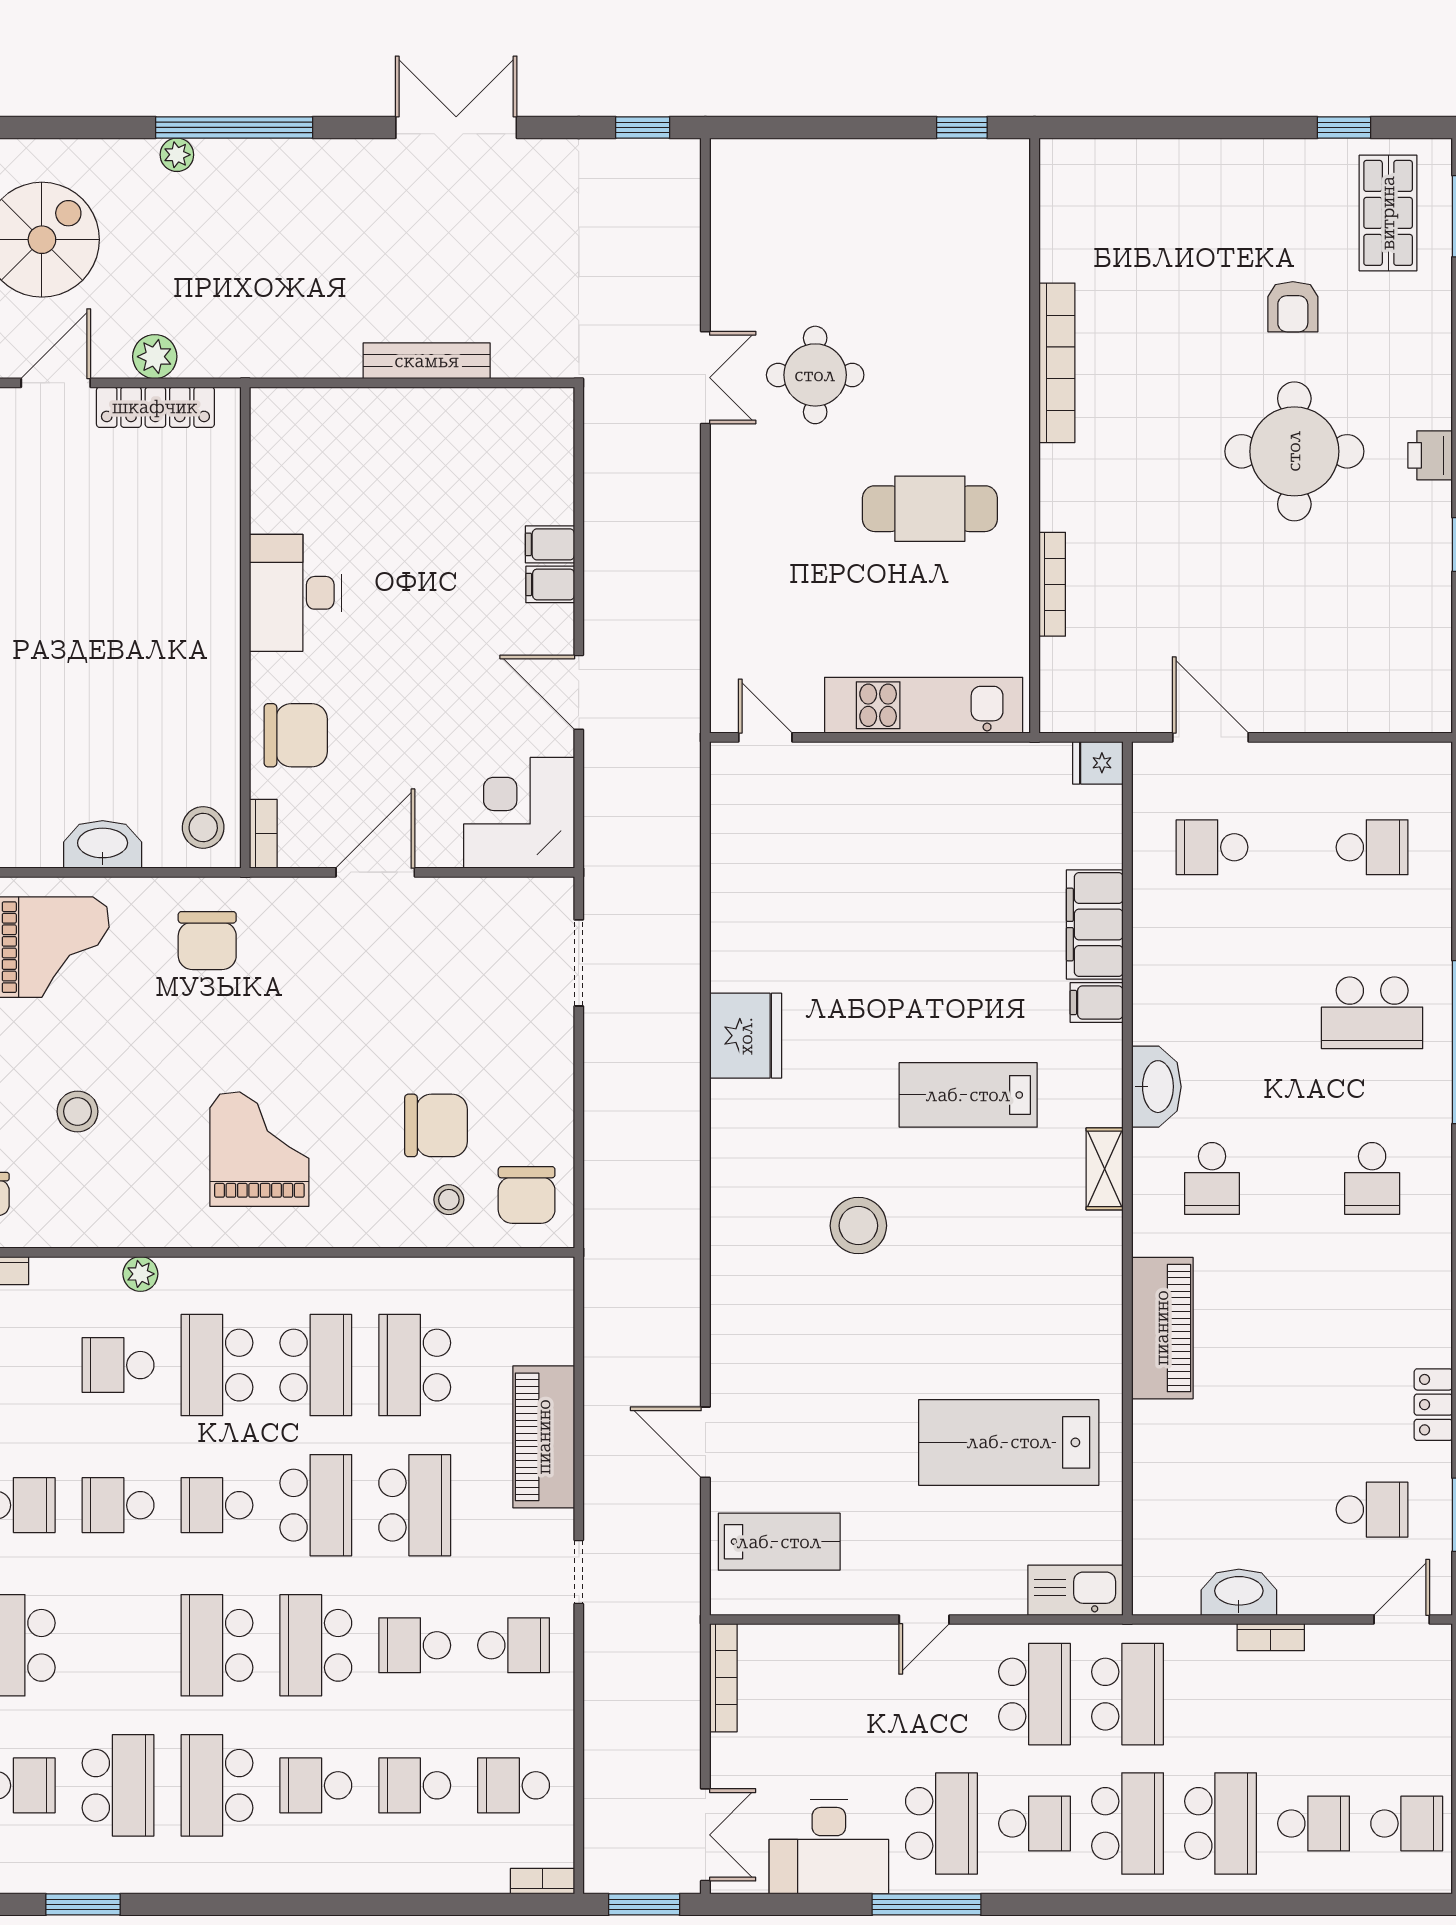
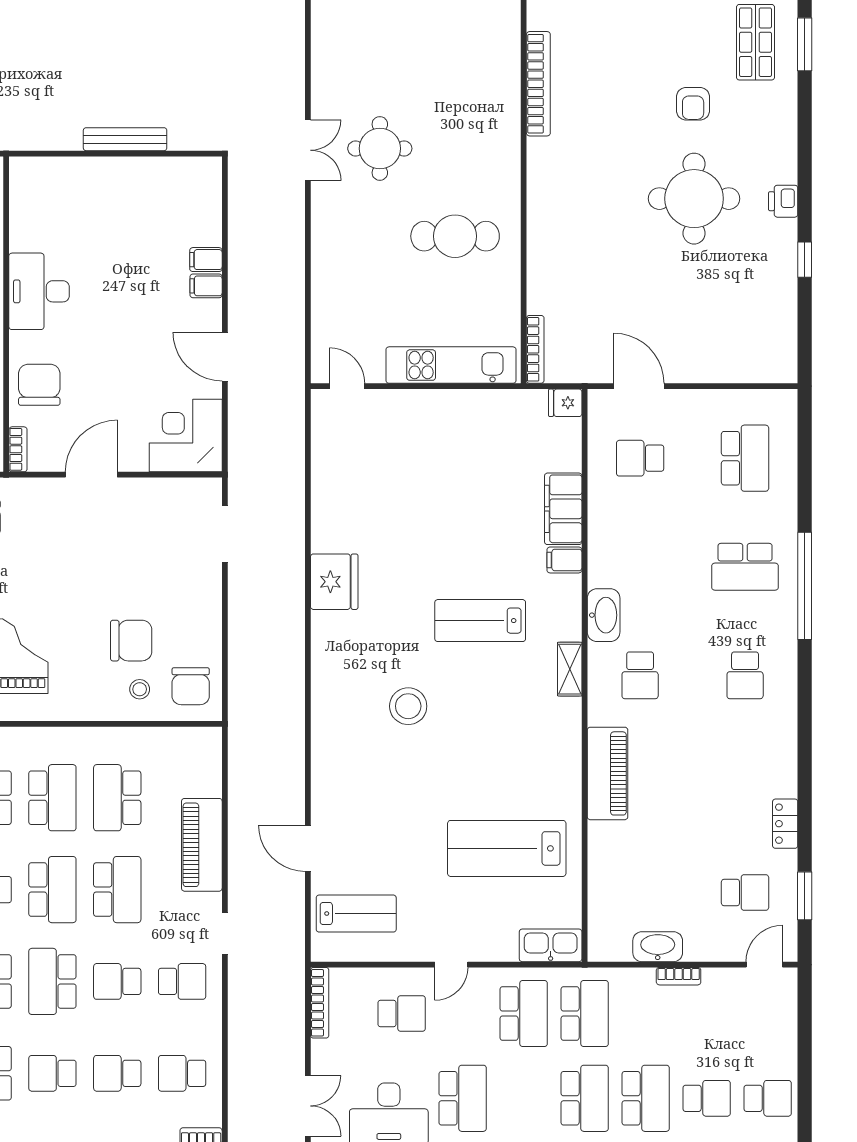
bookcase: (1057, 363) -> (538, 84), moved
bookcase: (1052, 584) -> (535, 349), moved
chair: (296, 735) -> (39, 385), turned -90
school desk: (1372, 847) -> (745, 458), width x1.85
school desk: (1034, 1823) -> (402, 1013), moved

